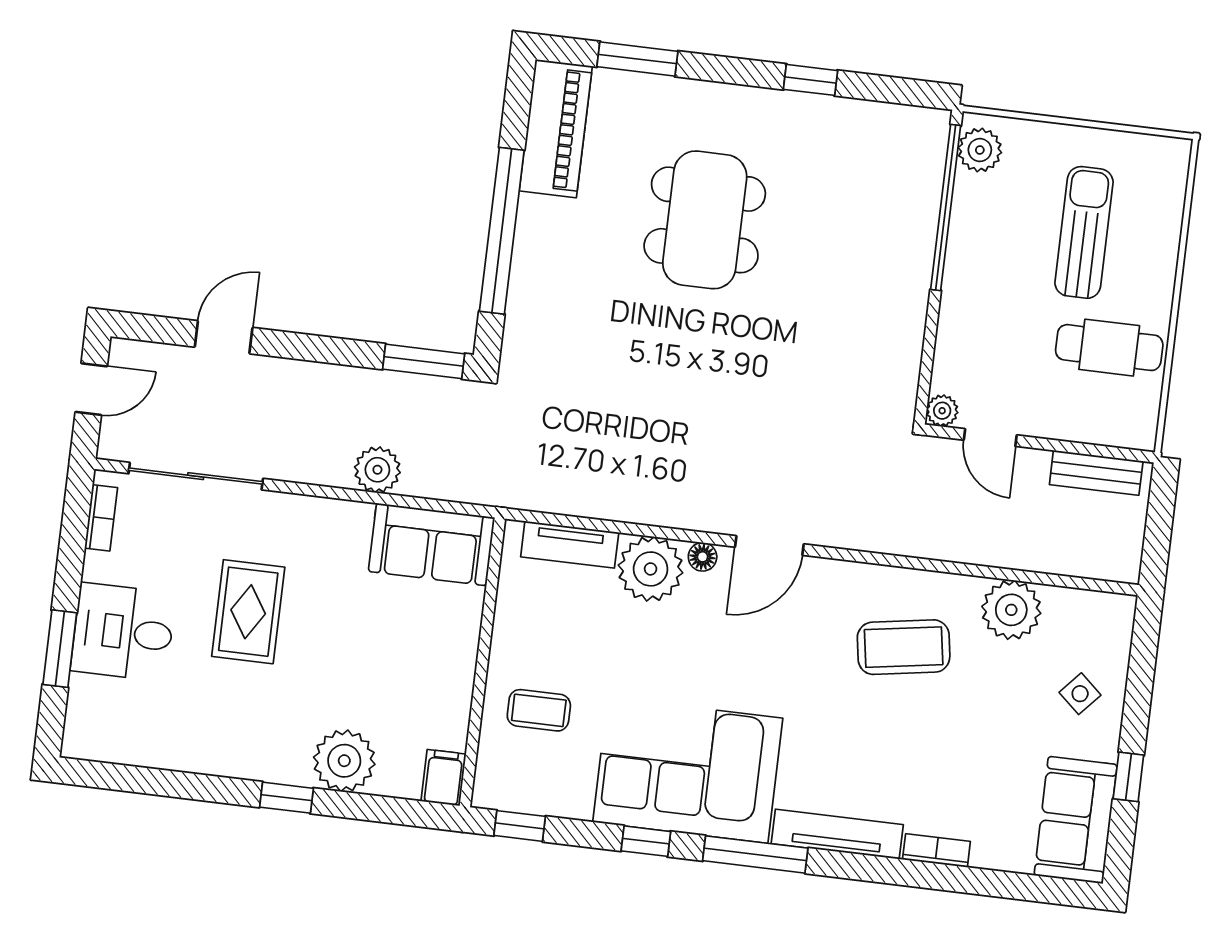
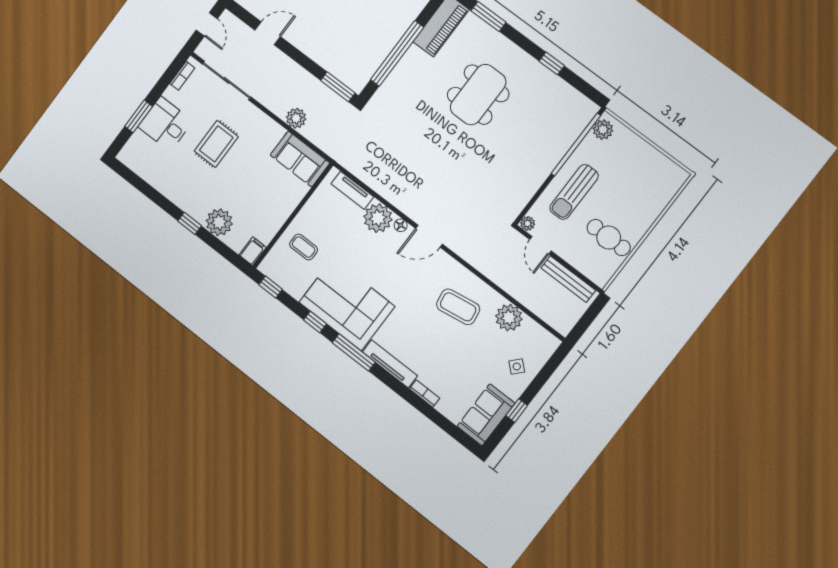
sun lounger: (1084, 232) -> (574, 192), moved, turned 180
door: (91, 389) -> (207, 24), hinge flipped
bench: (1096, 473) -> (568, 279), width x1.36

